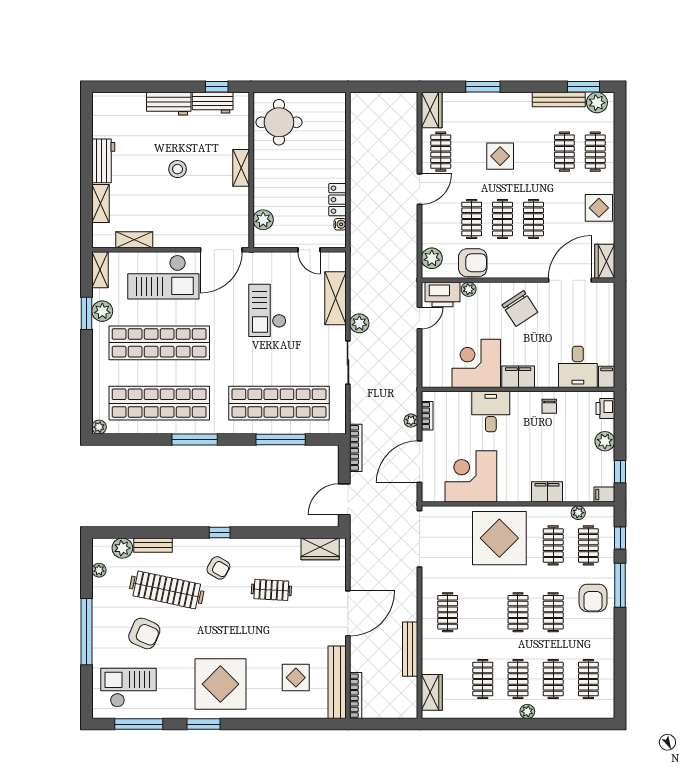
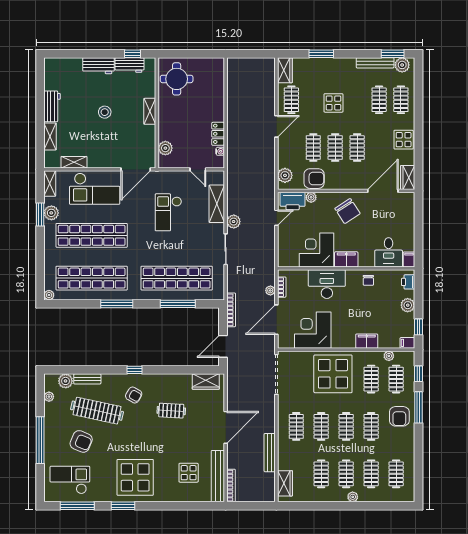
desk: (491, 412) -> (327, 284), width x1.37
clothes rail: (483, 612) -> (321, 426), added

